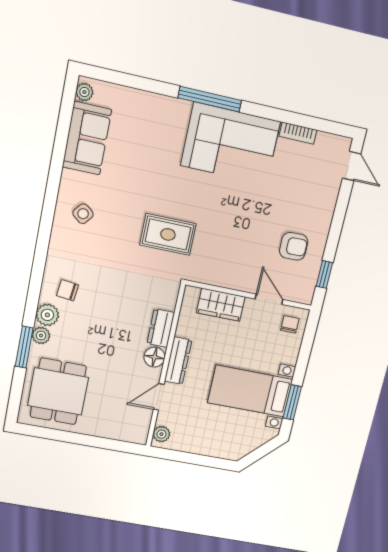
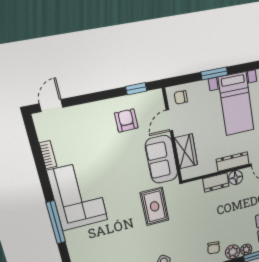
sofa: (225, 269) -> (162, 159), added
window: (292, 402) -> (214, 73), moved

